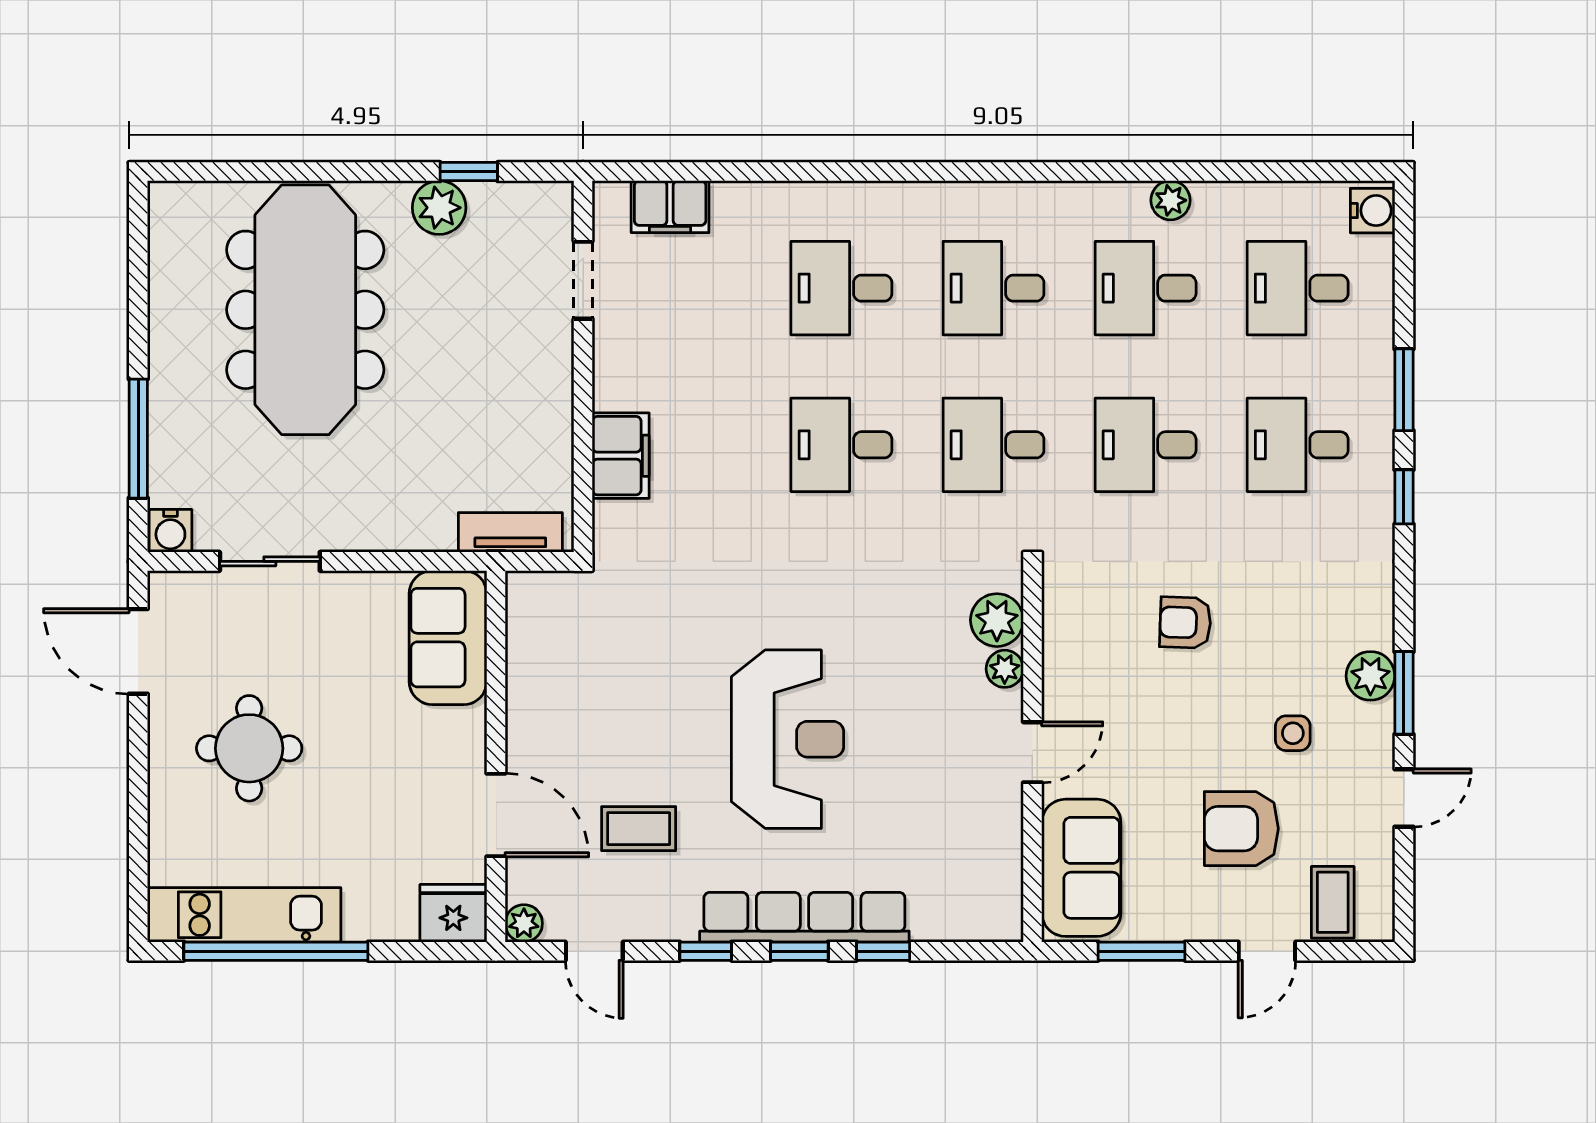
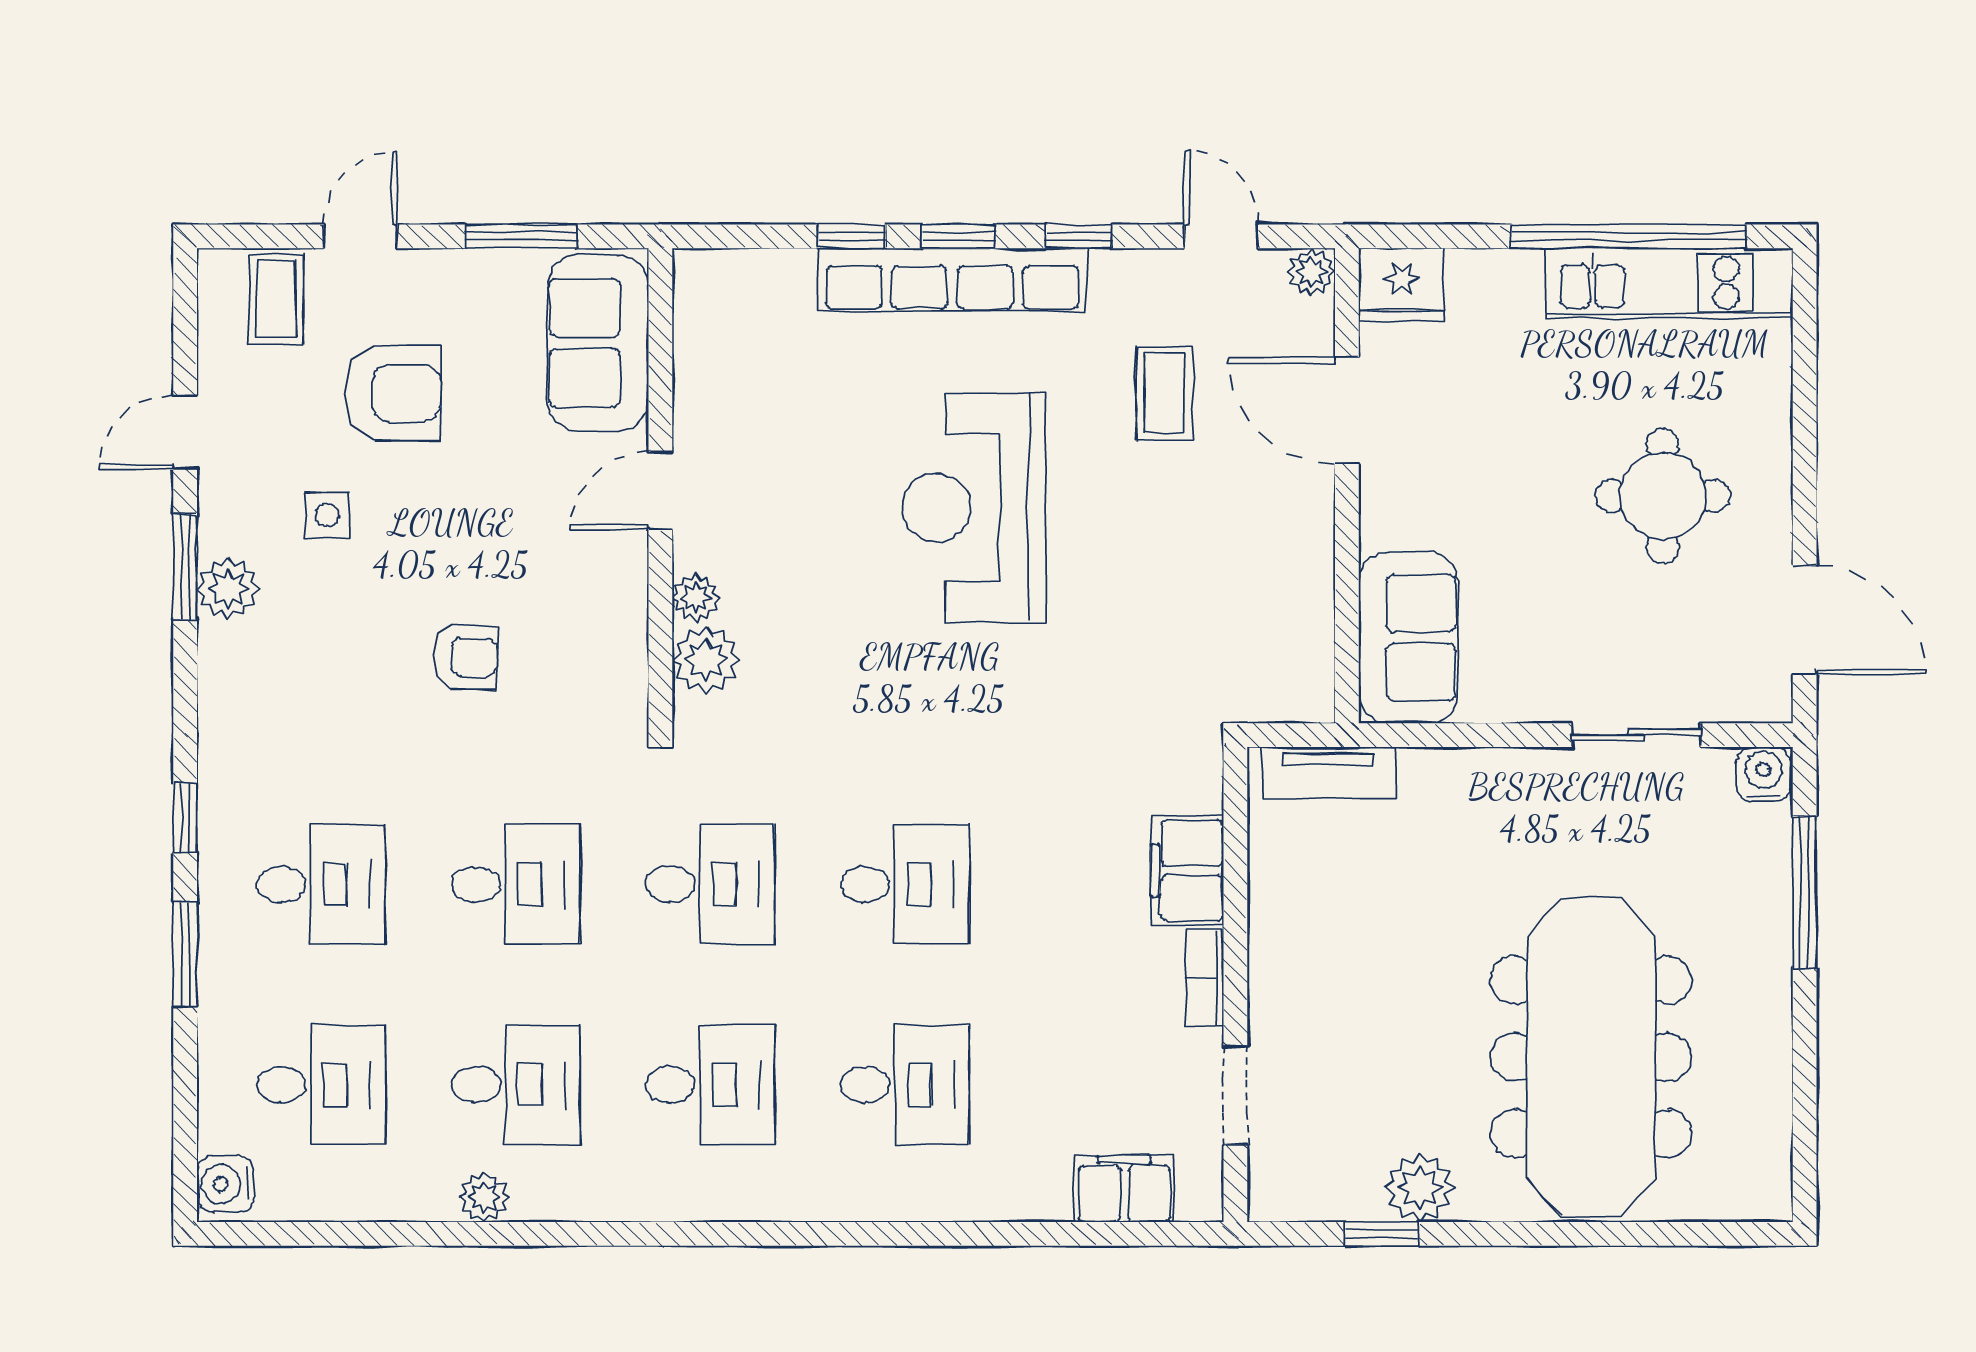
bookcase: (607, 372) -> (1205, 978), added
coffee table: (639, 829) -> (1164, 393), turned 90

